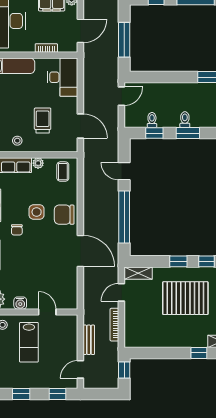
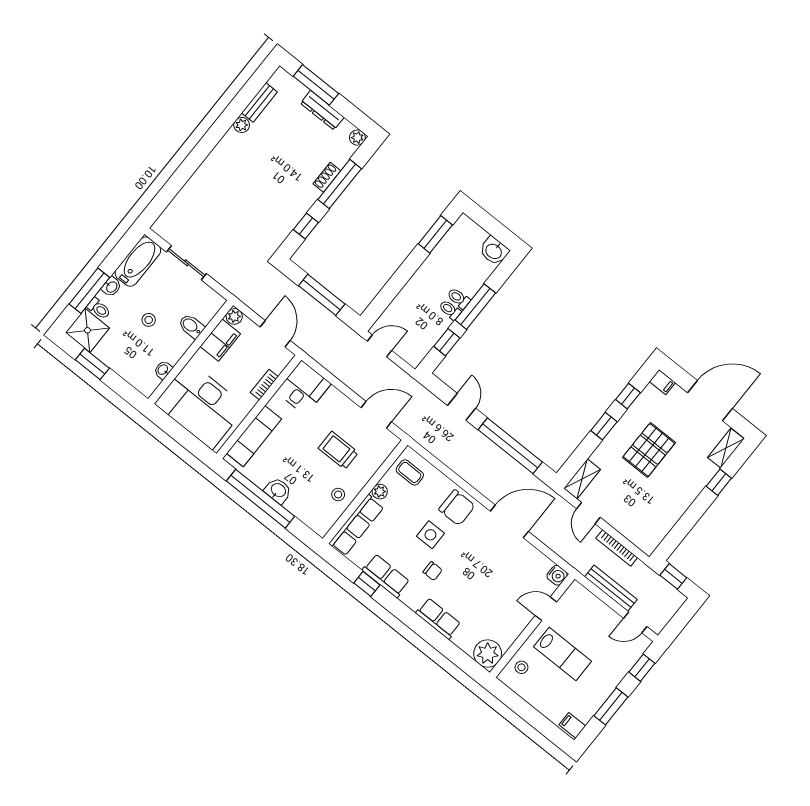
desk: (62, 77) -> (304, 388), width x0.73
door: (121, 96) -> (380, 346), hinge flipped
toilet: (152, 120) -> (450, 310), moved
window: (188, 133) -> (475, 307), width x1.44
door: (124, 171) -> (462, 407), swing flipped
chair: (64, 215) -> (457, 508), turned -90
pallet: (185, 298) -> (649, 450), width x0.73, depth x0.71
water cooler: (20, 303) -> (557, 575), moved
bench: (89, 340) -> (611, 588), width x1.36
door: (80, 369) -> (635, 622), hinge flipped
window: (21, 394) -> (611, 706), width x1.50

